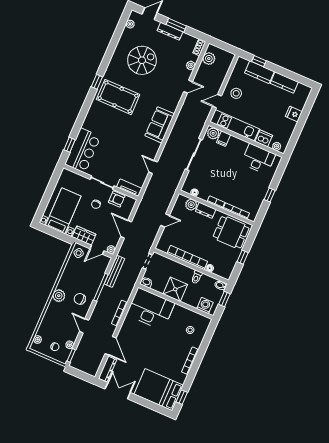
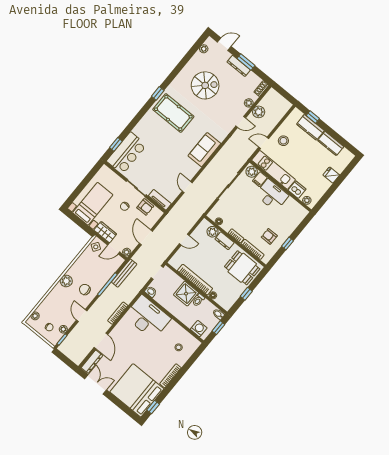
plant: (209, 59) -> (259, 112), moved
desk: (258, 159) -> (272, 195), moved
armchair: (249, 193) -> (269, 236), added
shower: (175, 289) -> (186, 294), moved
bed: (159, 390) -> (137, 390), width x1.36

